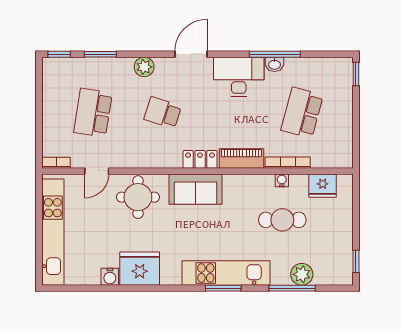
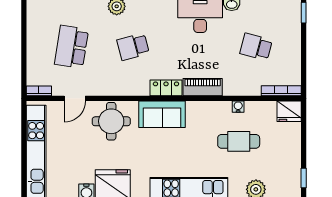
school desk: (163, 113) -> (133, 47), turned -33
school desk: (302, 113) -> (256, 47), width x0.54
bookcase: (288, 163) -> (281, 91), moved
fridge: (323, 186) -> (289, 111), moved

